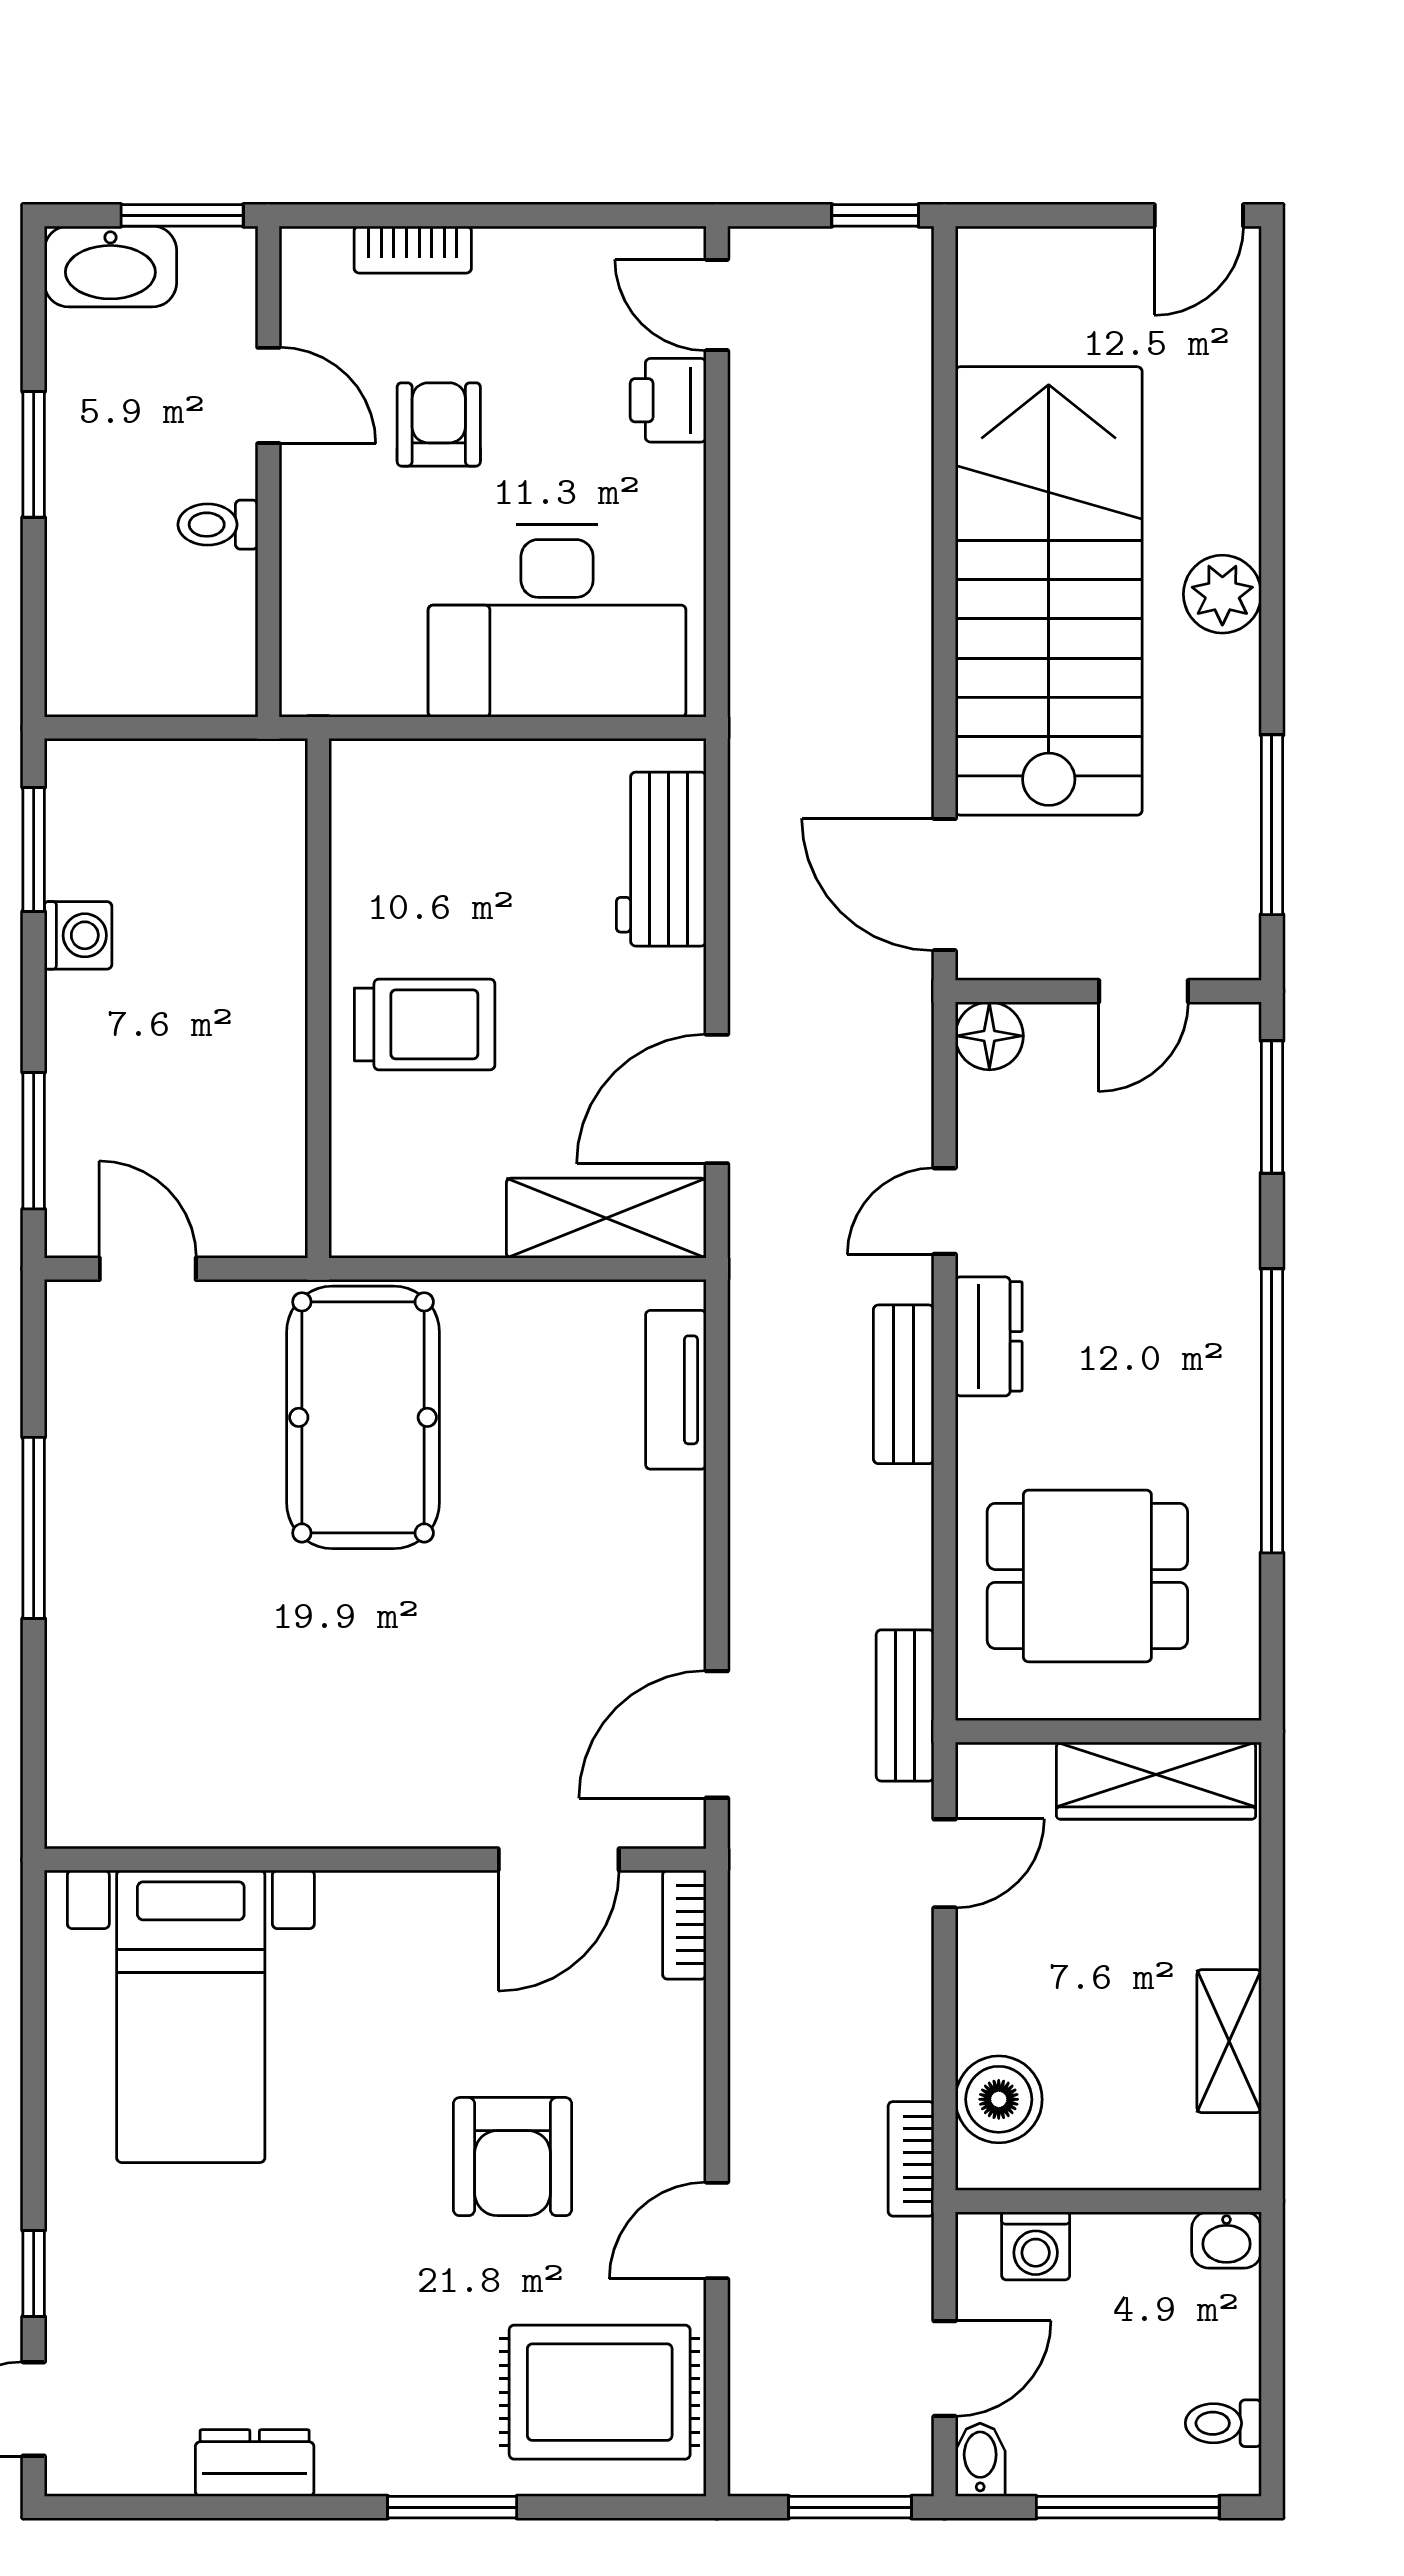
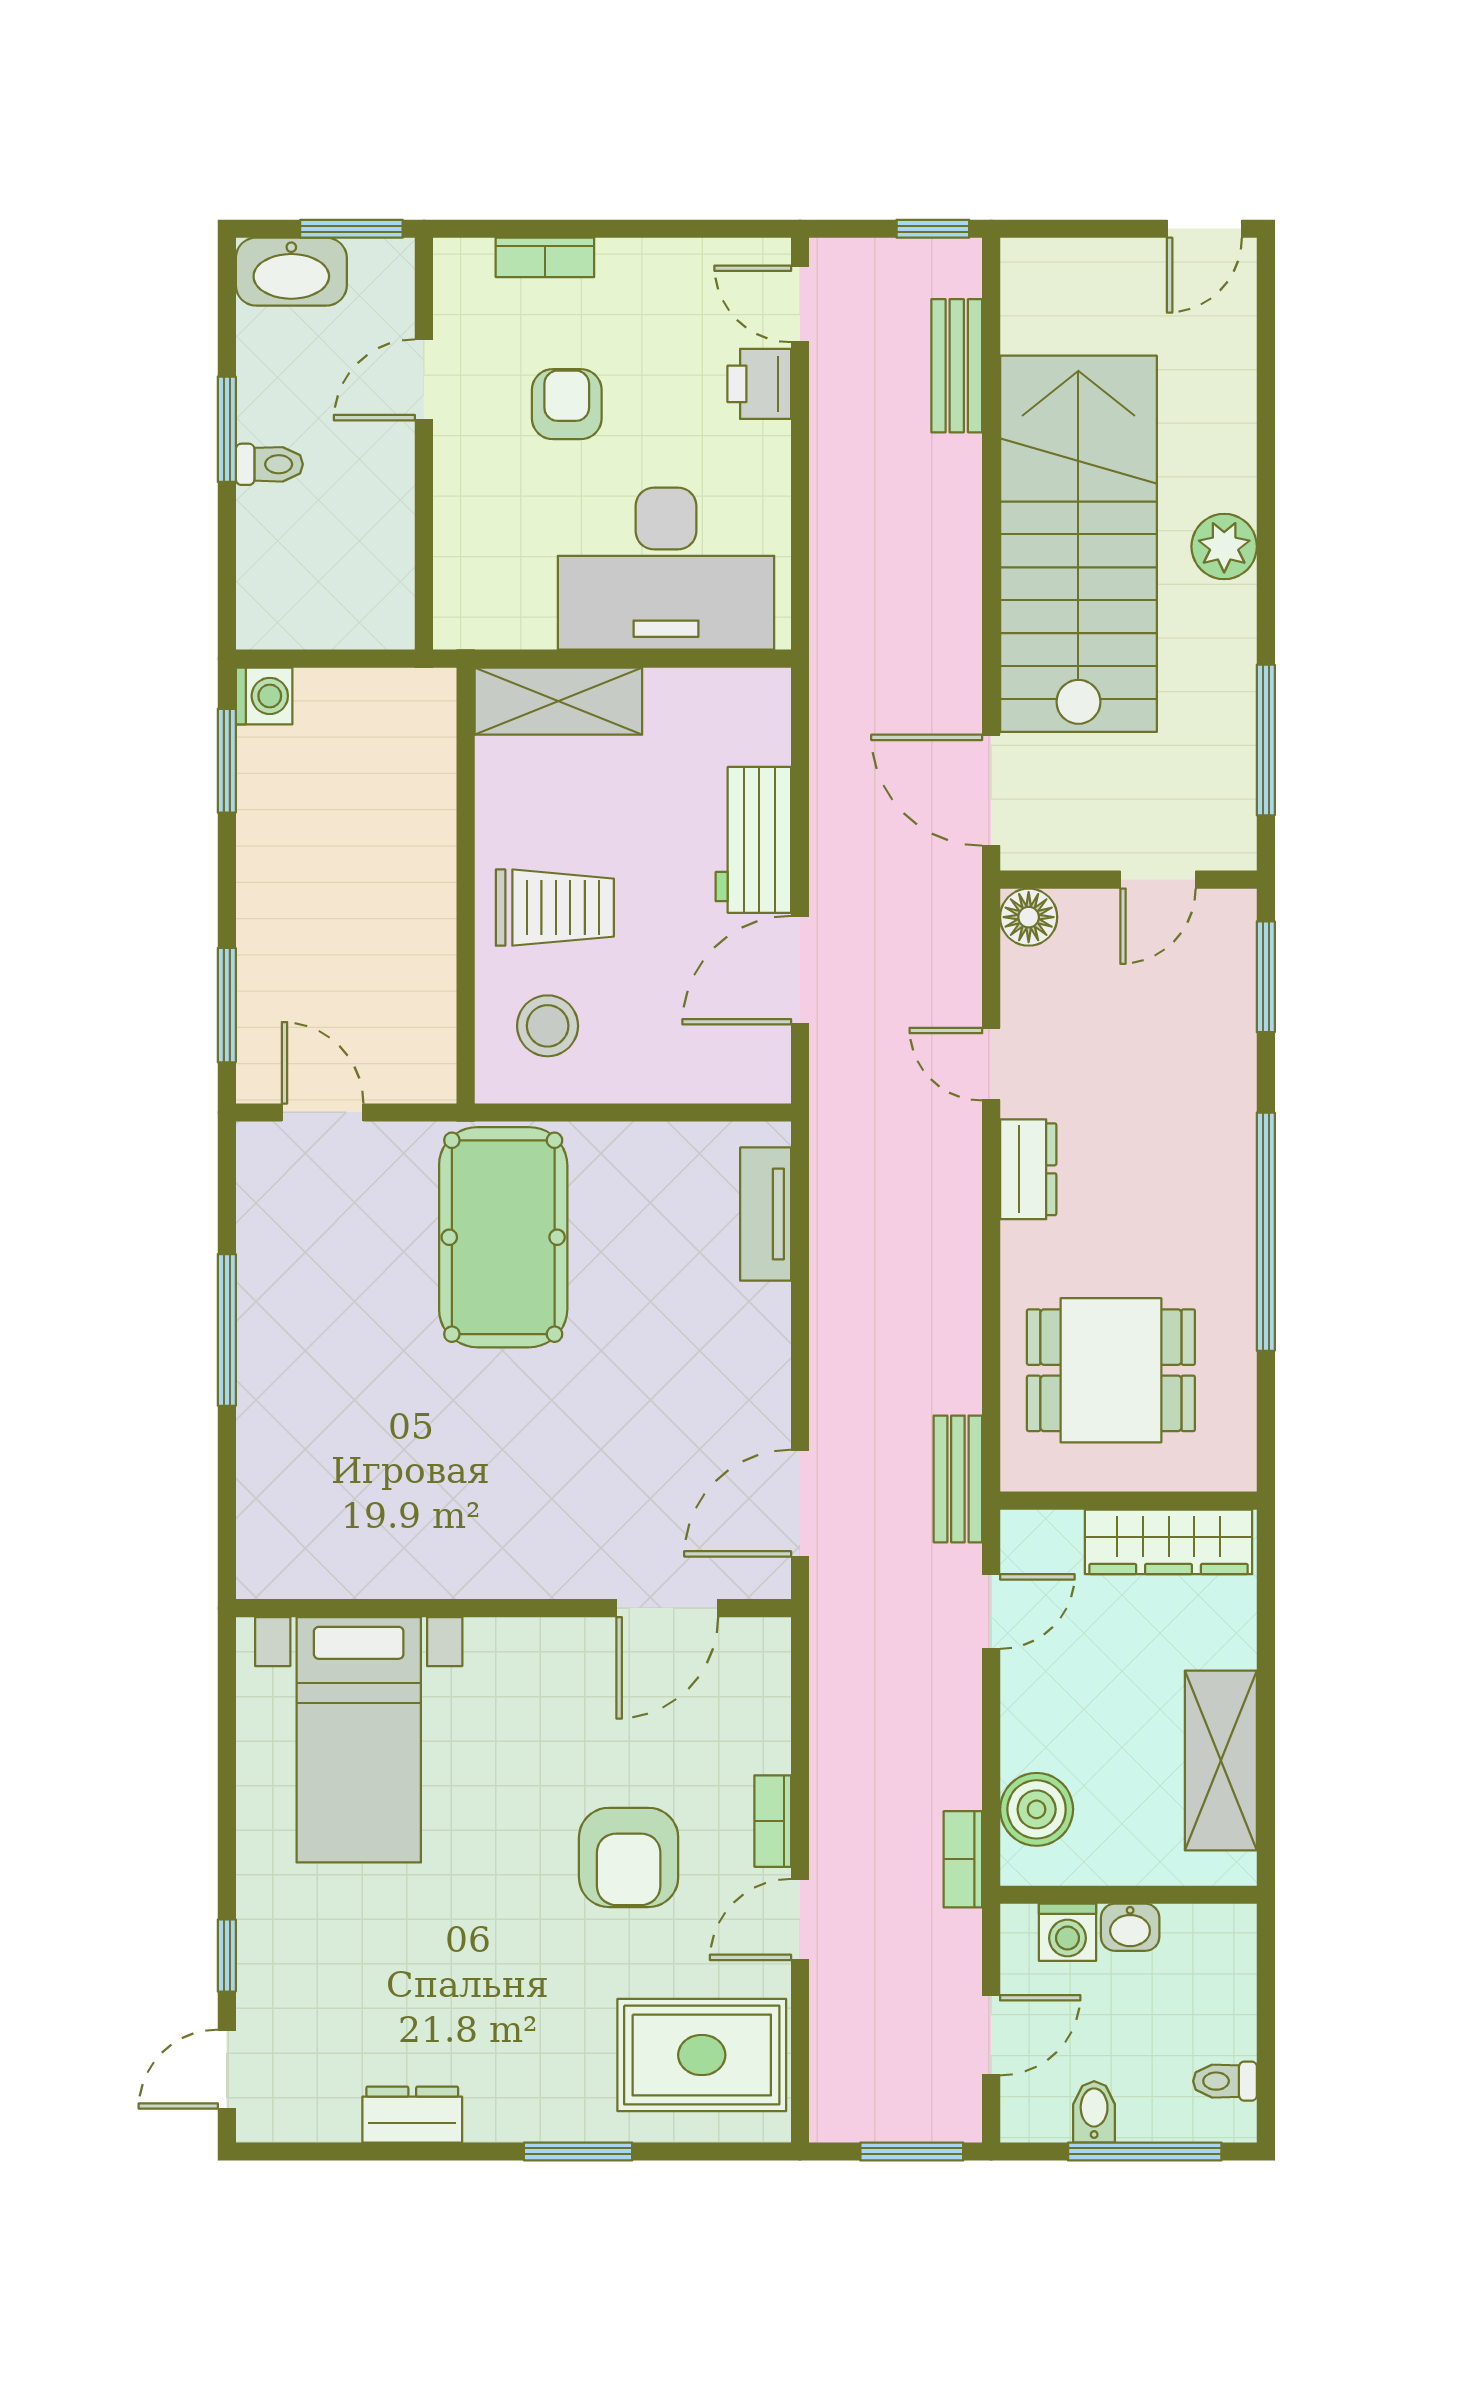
door: (268, 395) -> (424, 380), swing flipped
toilet: (218, 525) -> (269, 464), moved, turned 180
workbench: (661, 859) -> (753, 840), moved
washing machine: (78, 935) -> (264, 696), moved
stool: (416, 1165) -> (548, 1026), added
door: (945, 1211) -> (991, 1064), hinge flipped
shelving: (606, 1218) -> (558, 701), moved
bench: (904, 1384) -> (957, 366), moved
bookcase: (684, 1925) -> (773, 1821), moved
shelving: (1229, 2041) -> (1221, 1761), width x1.50, depth x1.33
washbasin: (1226, 2240) -> (1130, 1927), moved
bidet: (980, 2460) -> (1094, 2112), moved

